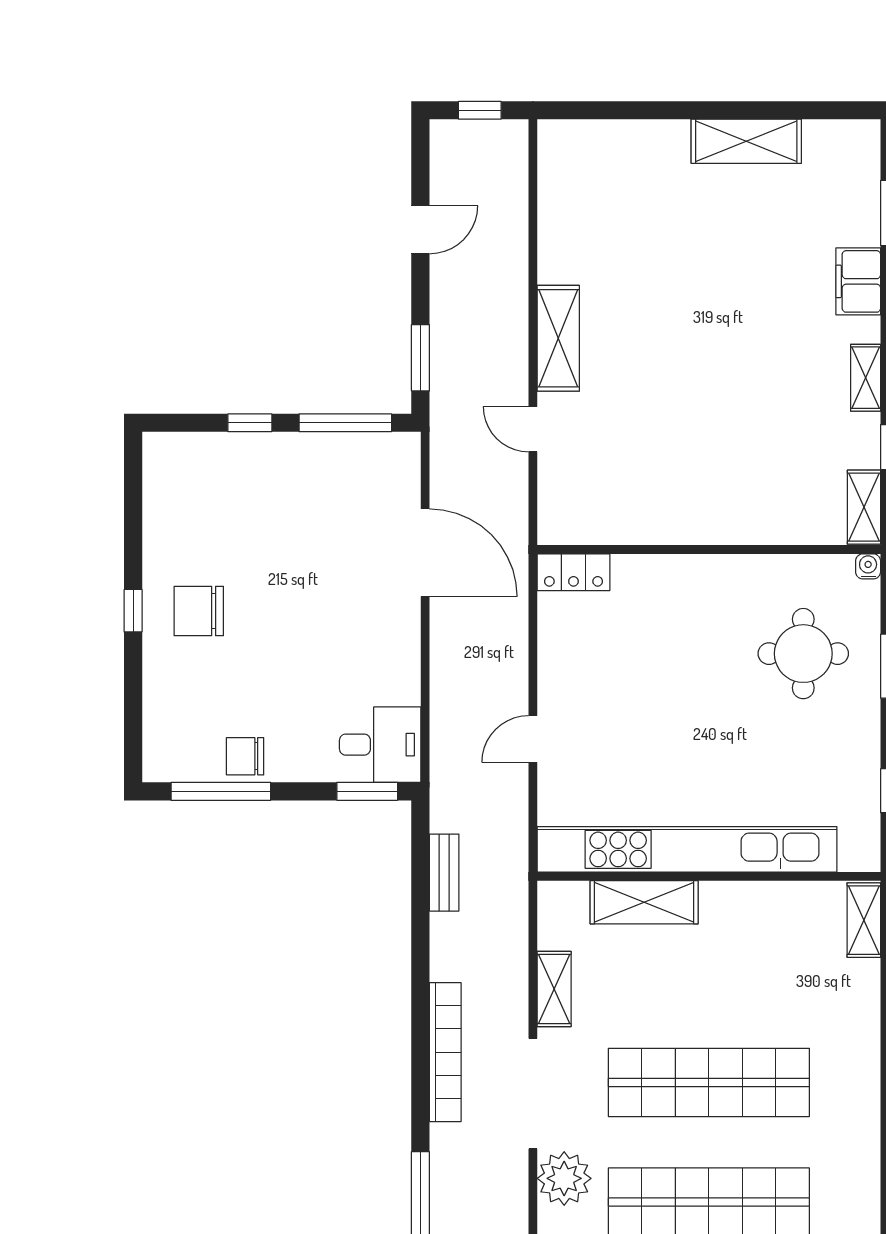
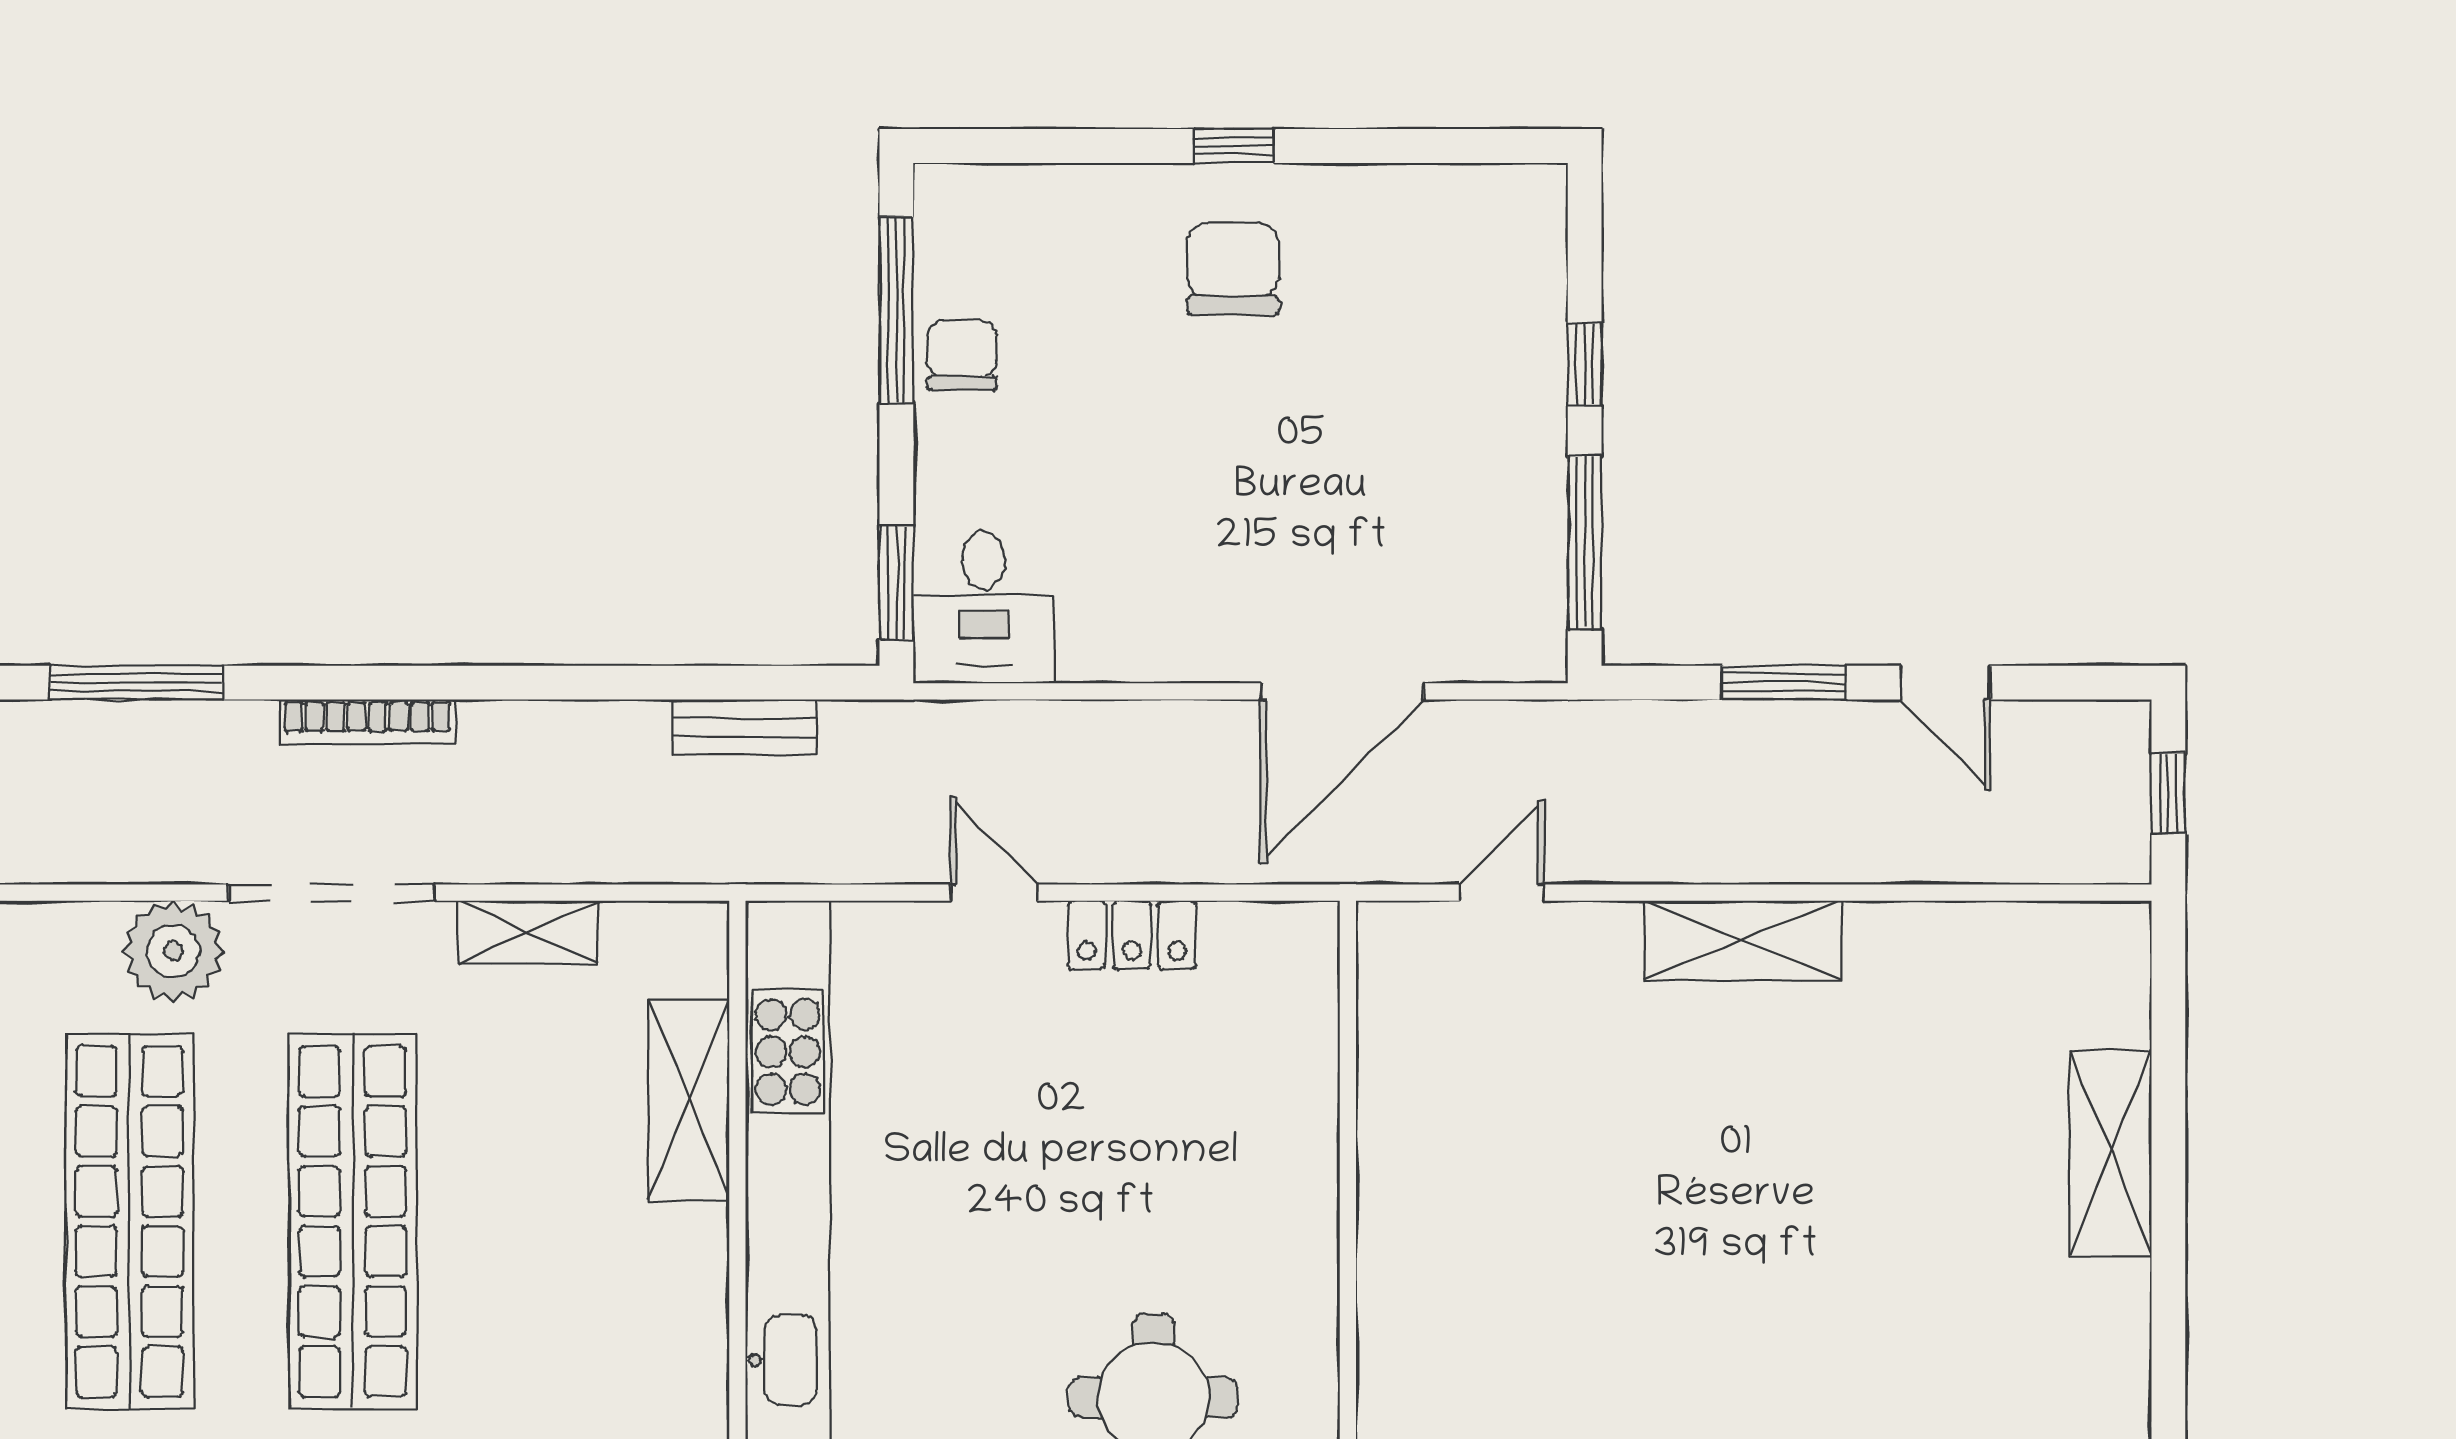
shelving: (746, 141) -> (2110, 1154), moved
window: (420, 358) -> (1784, 683), moved
door: (533, 429) -> (1502, 893), moved
locker: (573, 572) -> (1132, 935), moved, turned -90
bookcase: (445, 1052) -> (367, 722), width x0.68, depth x0.76

